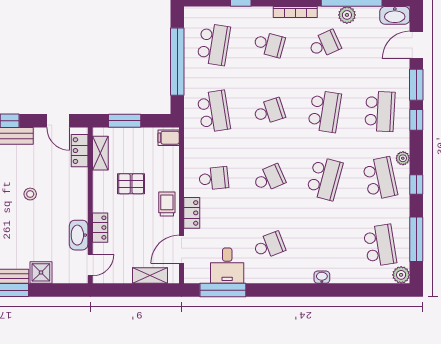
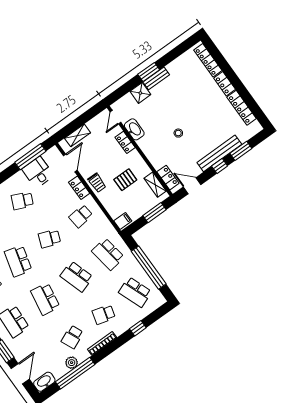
school desk: (214, 44) -> (135, 292), turned -30
school desk: (269, 111) -> (77, 277), width x1.85
school desk: (269, 178) -> (49, 239), turned 45
school desk: (269, 245) -> (22, 201), turned 45

